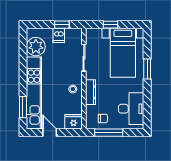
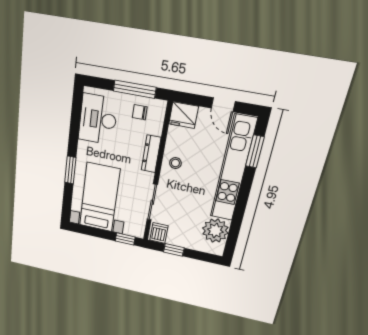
window: (111, 25) -> (125, 239), moved
dishwasher: (59, 35) -> (159, 233), moved

